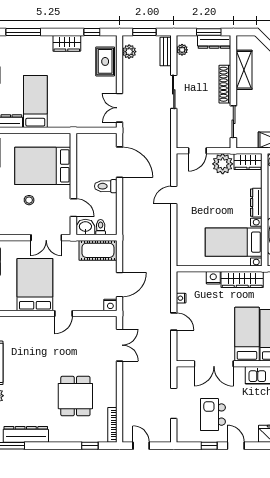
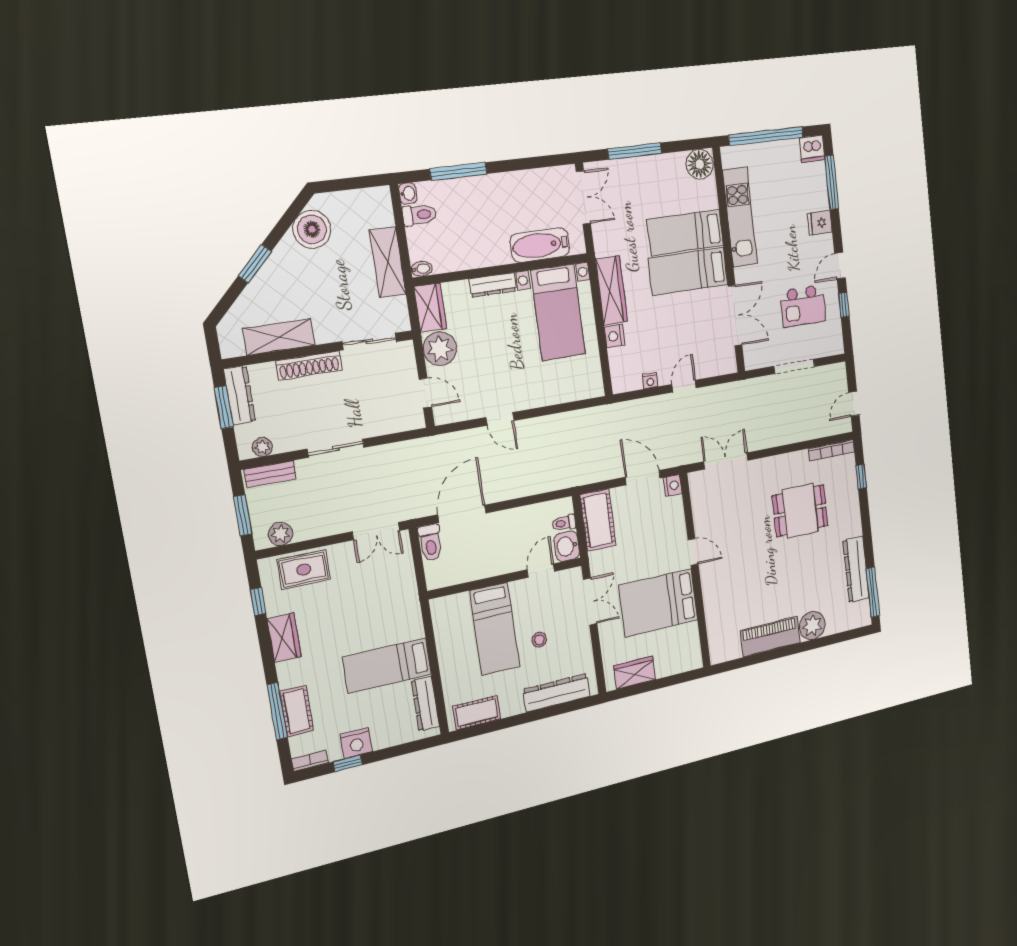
cot: (21, 43) -> (297, 711), added
bed: (43, 166) -> (495, 629), width x0.67
toilet: (106, 186) -> (430, 543), moved

